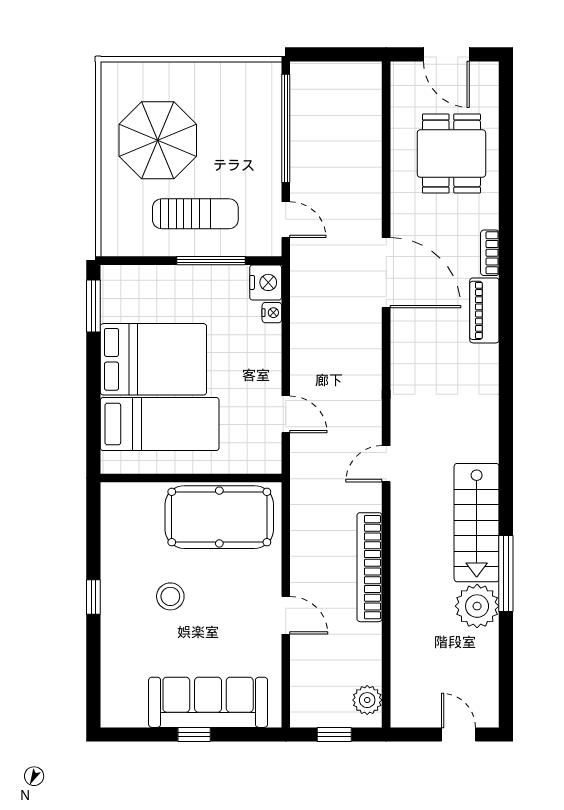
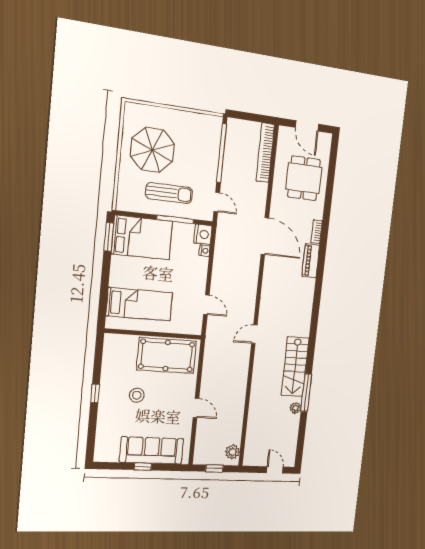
bed: (153, 359) -> (142, 238), moved
bookcase: (369, 567) -> (265, 153), moved
plant: (477, 606) -> (296, 408), width x0.53, depth x0.53

